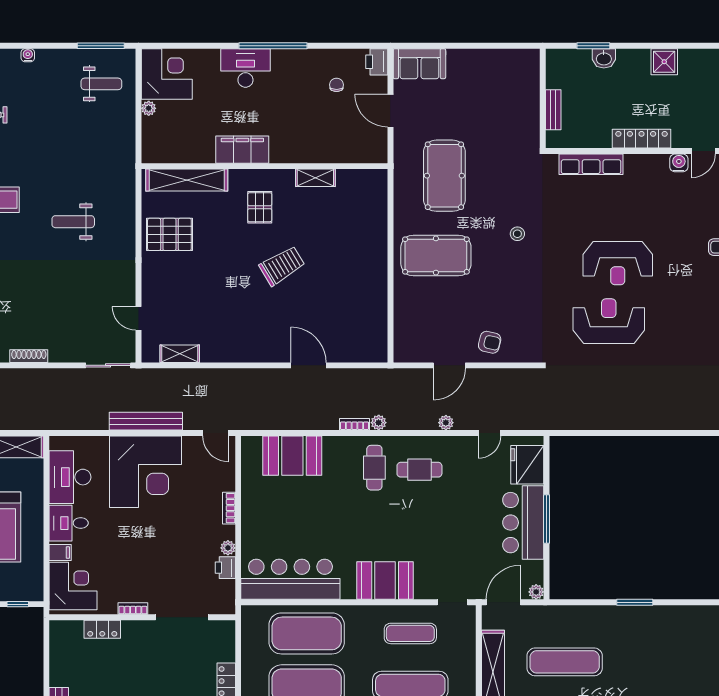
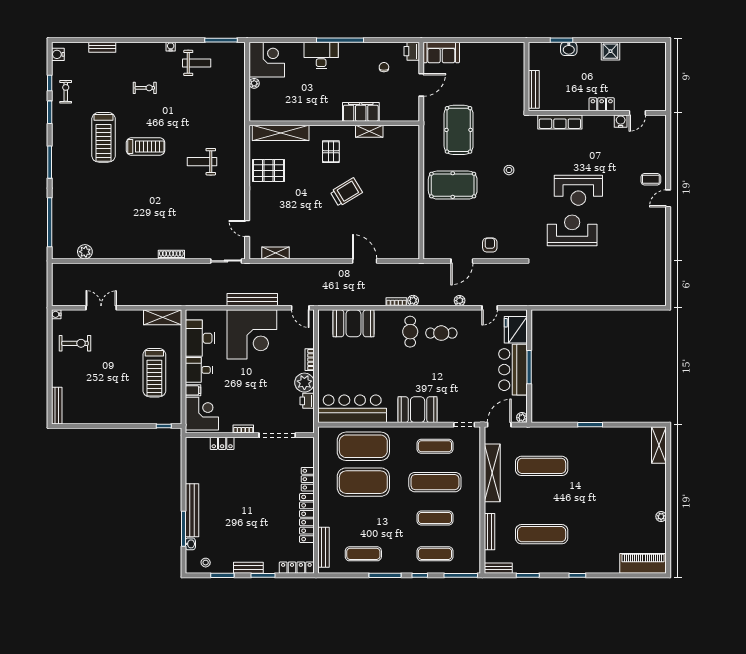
weight bench: (101, 84) -> (197, 63), moved
bench: (553, 110) -> (534, 89), width x1.36
door: (390, 111) -> (421, 85), swing flipped
locker: (641, 139) -> (602, 104), width x0.66
filing cabinet: (242, 150) -> (361, 112), moved
armchair: (490, 342) -> (490, 245), turned -103
plant: (228, 548) -> (304, 383), width x1.87, depth x1.87

